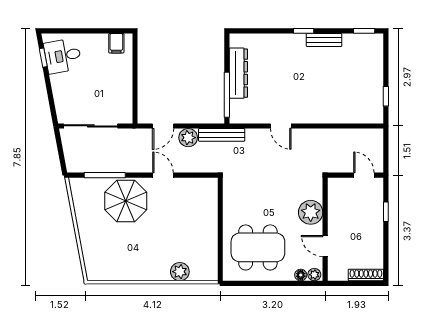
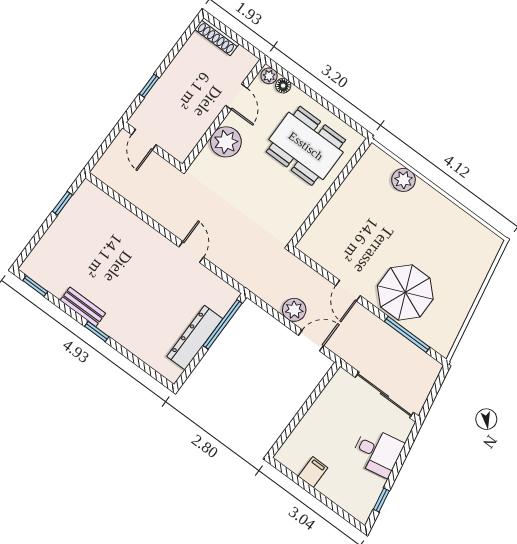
filing cabinet: (116, 43) -> (313, 472), moved
desk: (63, 56) -> (377, 452), moved
bench: (222, 135) -> (258, 287), removed

